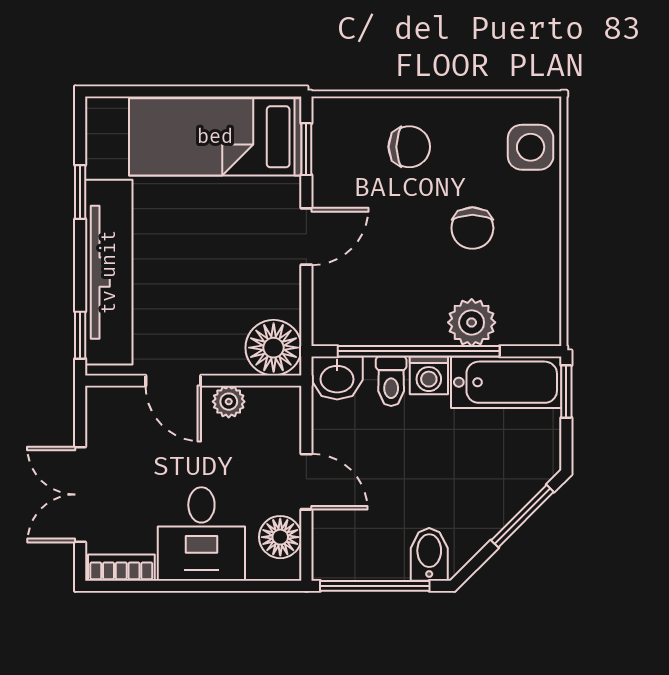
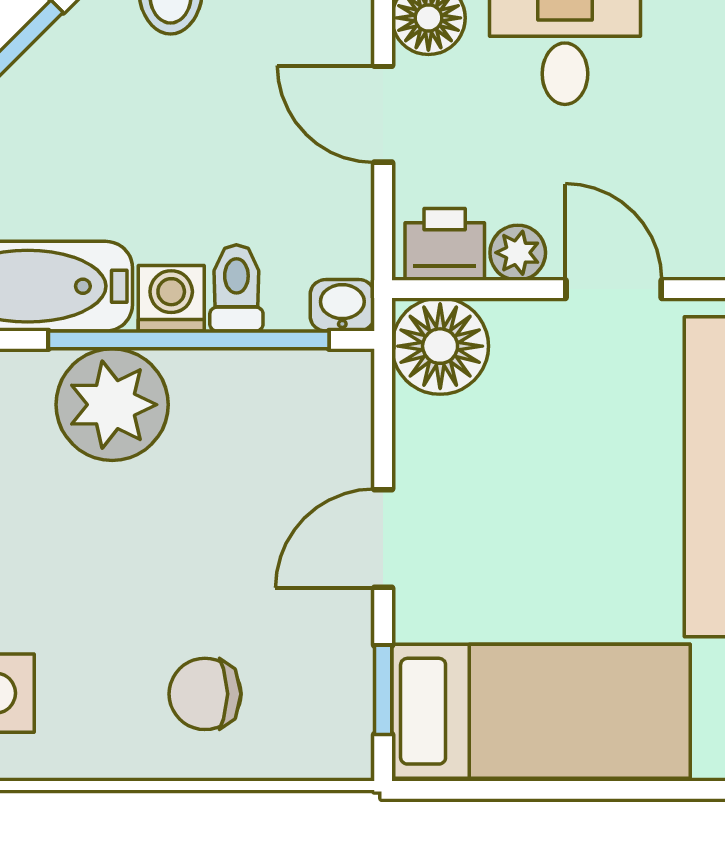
chair: (472, 228) -> (96, 553), removed
plant: (472, 322) -> (112, 405), width x1.36, depth x1.36
washbasin: (337, 378) -> (342, 305), width x0.72, depth x0.69
printer: (271, 406) -> (445, 244), added

